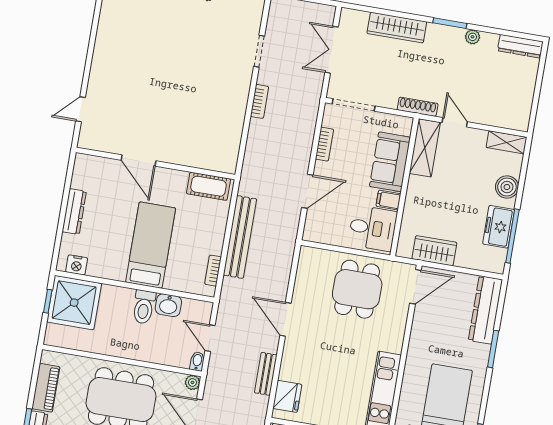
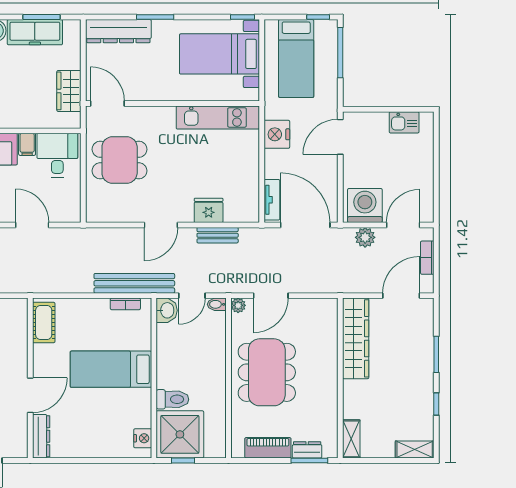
dresser: (74, 212) -> (41, 436), moved, turned 90
freezer: (499, 227) -> (35, 32), width x1.40
window: (512, 236) -> (42, 17), width x0.69
bench: (240, 237) -> (134, 283), moved
washbasin: (168, 305) -> (167, 310), moved
toilet: (144, 307) -> (172, 399), moved
fridge: (287, 396) -> (209, 210), moved

